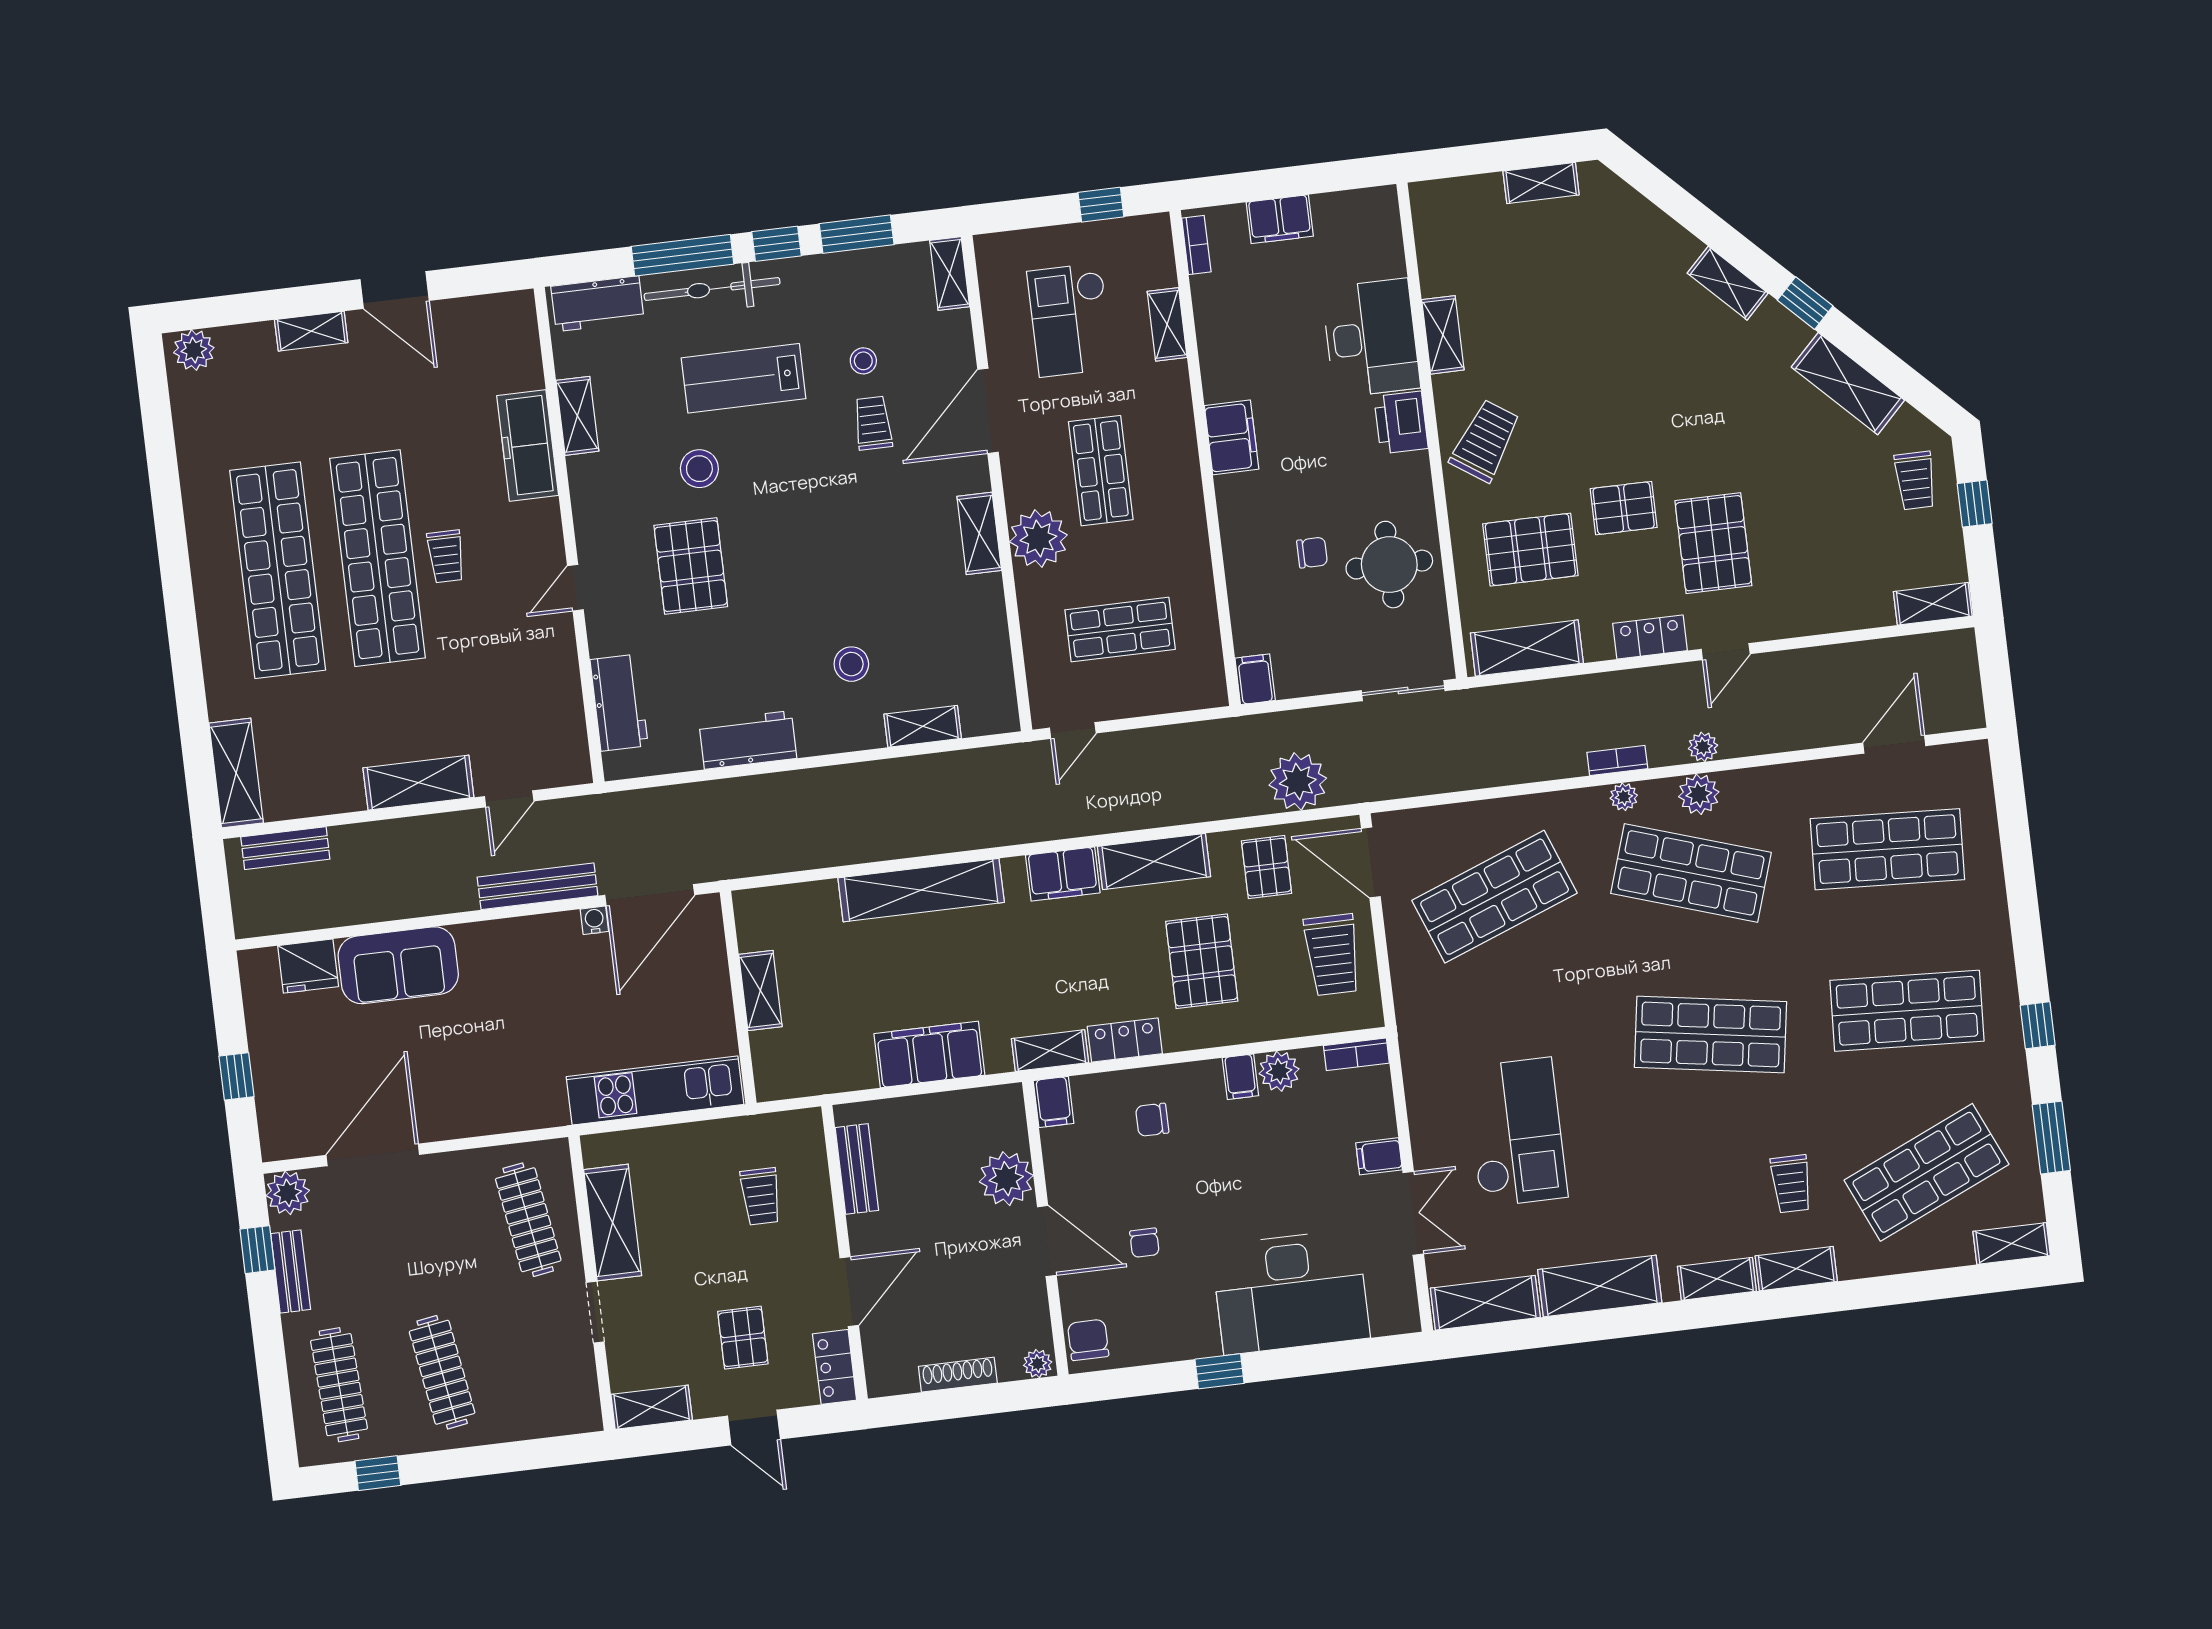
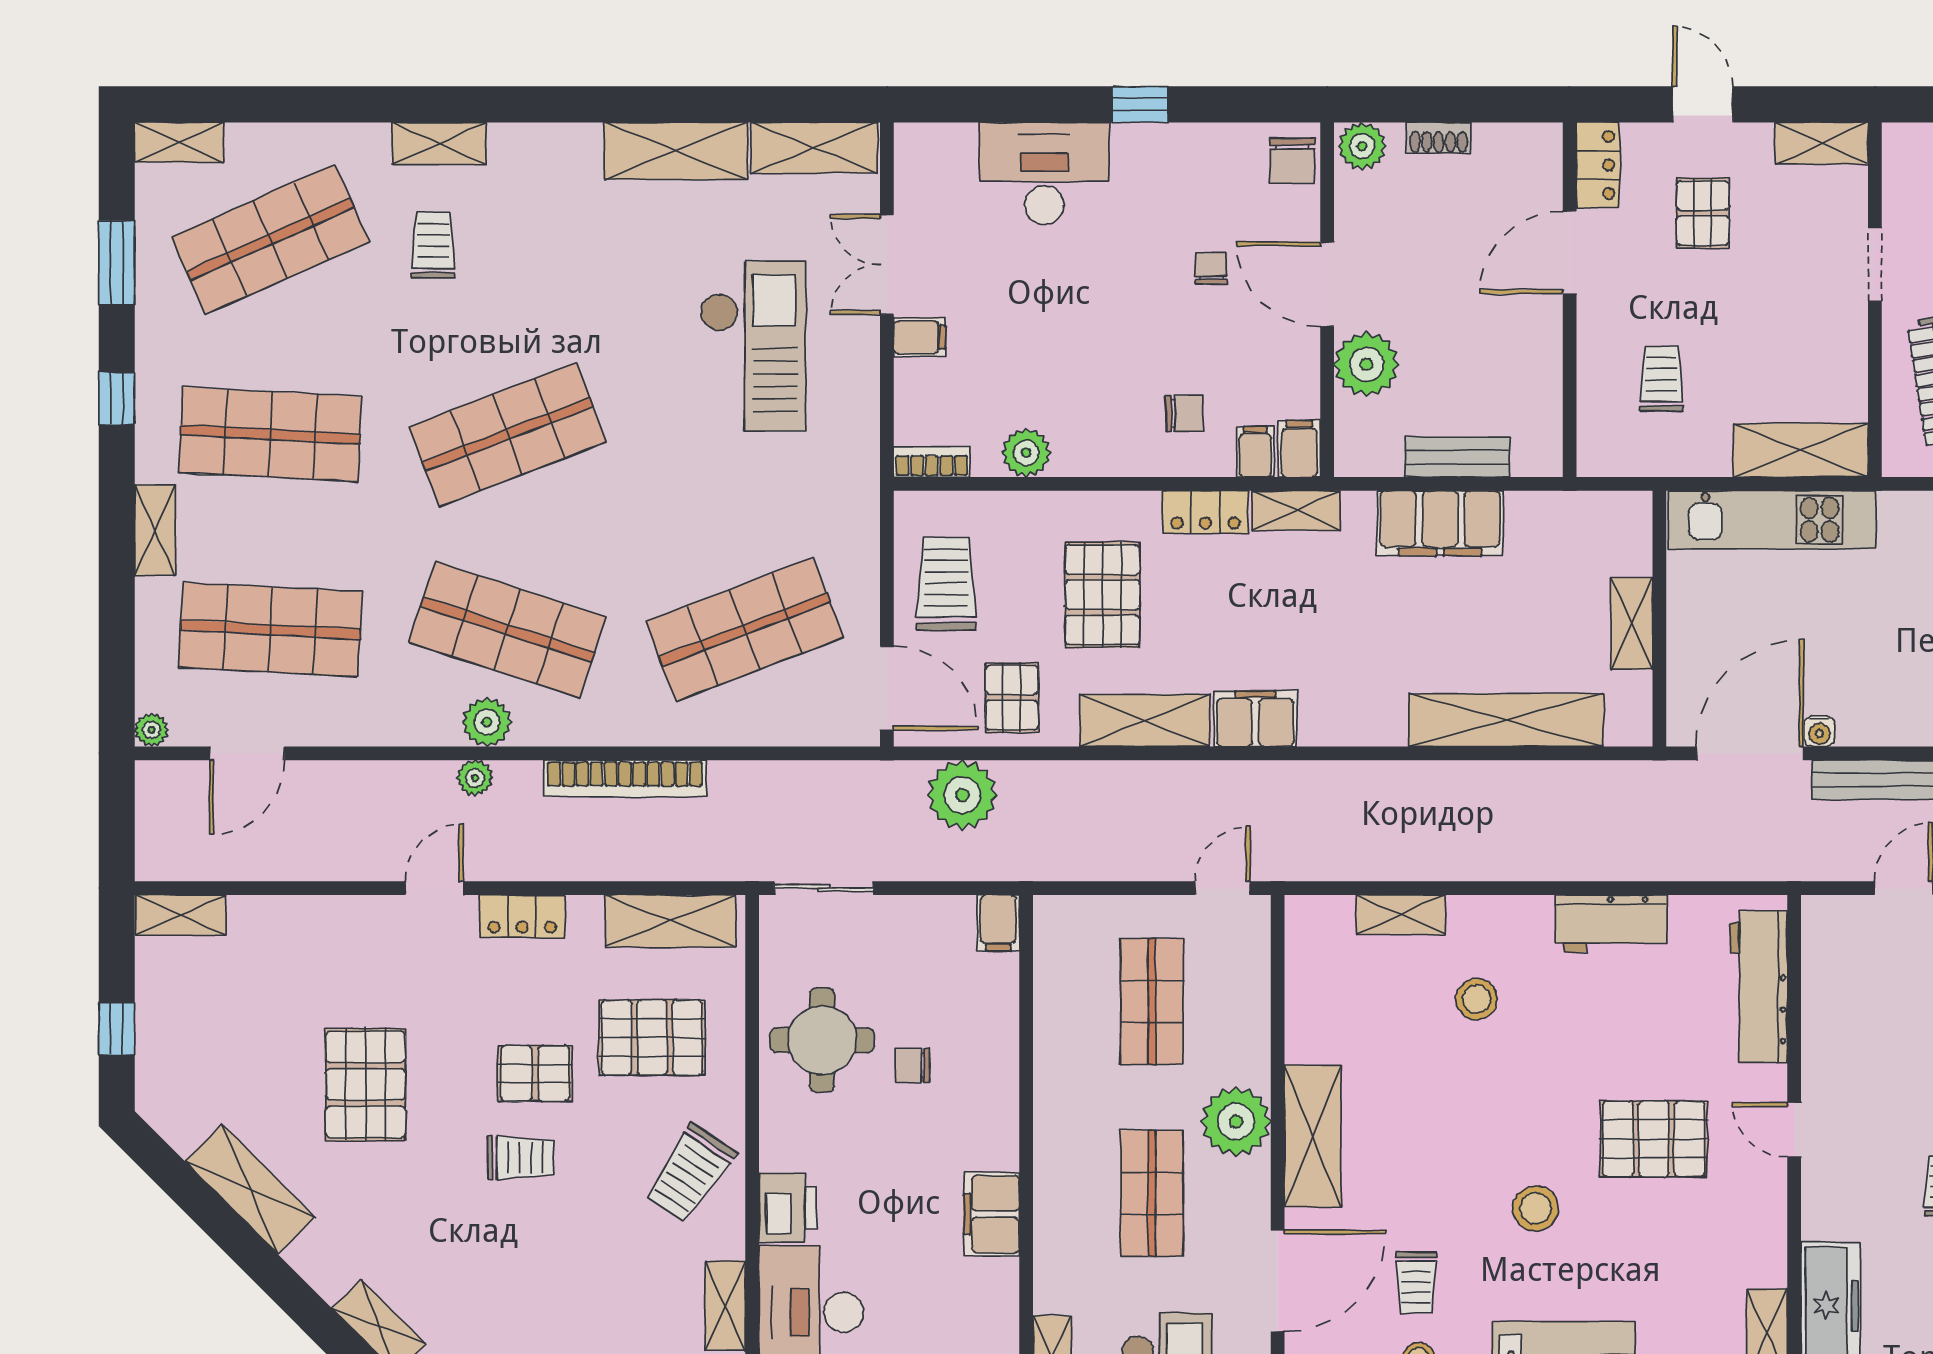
window: (1805, 303) -> (289, 1291), removed
stool: (699, 469) -> (1536, 1208), moved
trolley: (1915, 480) -> (521, 1158), moved, turned 90
shelving: (979, 533) -> (1313, 1136), width x1.50, depth x1.33
pallet: (1713, 543) -> (366, 1084), moved
pallet: (691, 566) -> (1654, 1139), turned 90
door: (575, 588) -> (1794, 1130), swing flipped
shop shelf: (1120, 630) -> (1152, 1001), turned 90
workbench: (619, 703) -> (1759, 987), width x1.38
bookcase: (1617, 760) -> (625, 778), width x2.31, depth x1.31
plant: (1624, 797) -> (151, 730), moved
shelving: (921, 890) -> (1506, 720), moved
shop shelf: (1711, 1034) -> (507, 434), turned -30
filing cabinet: (1240, 1077) -> (1255, 452), moved
checkout: (1516, 1132) -> (753, 346), turned 180
bench: (857, 1169) -> (1457, 457), moved, turned 90
shelving: (613, 1223) -> (1801, 450), moved, turned 90
shelving: (1717, 1279) -> (155, 531), moved, turned 90
desk: (1291, 1292) -> (1044, 173), width x0.73, depth x0.77
plant: (1038, 1364) -> (1362, 146), width x1.38, depth x1.38
shoe rack: (958, 1375) -> (1439, 138), width x0.70

